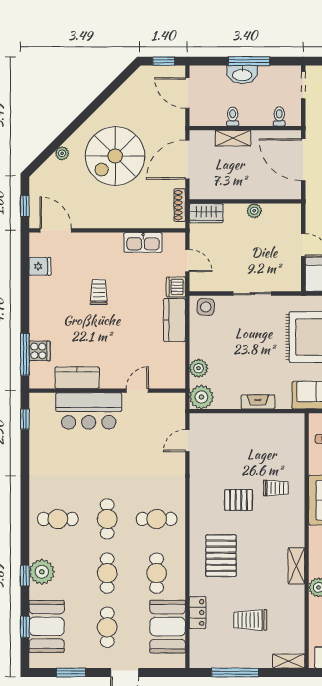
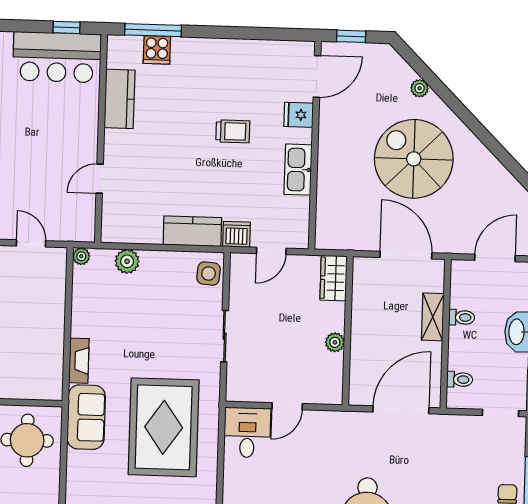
shoe rack: (180, 205) -> (346, 243), removed
kitchen sink: (143, 242) -> (298, 170), moved
fridge: (40, 266) -> (299, 115), moved, turned 90
door: (137, 391) -> (100, 179), swing flipped
plant: (201, 397) -> (81, 256), width x0.53, depth x0.53
fireplace: (258, 402) -> (79, 361), moved
bar counter: (89, 411) -> (57, 57), moved, turned -90

